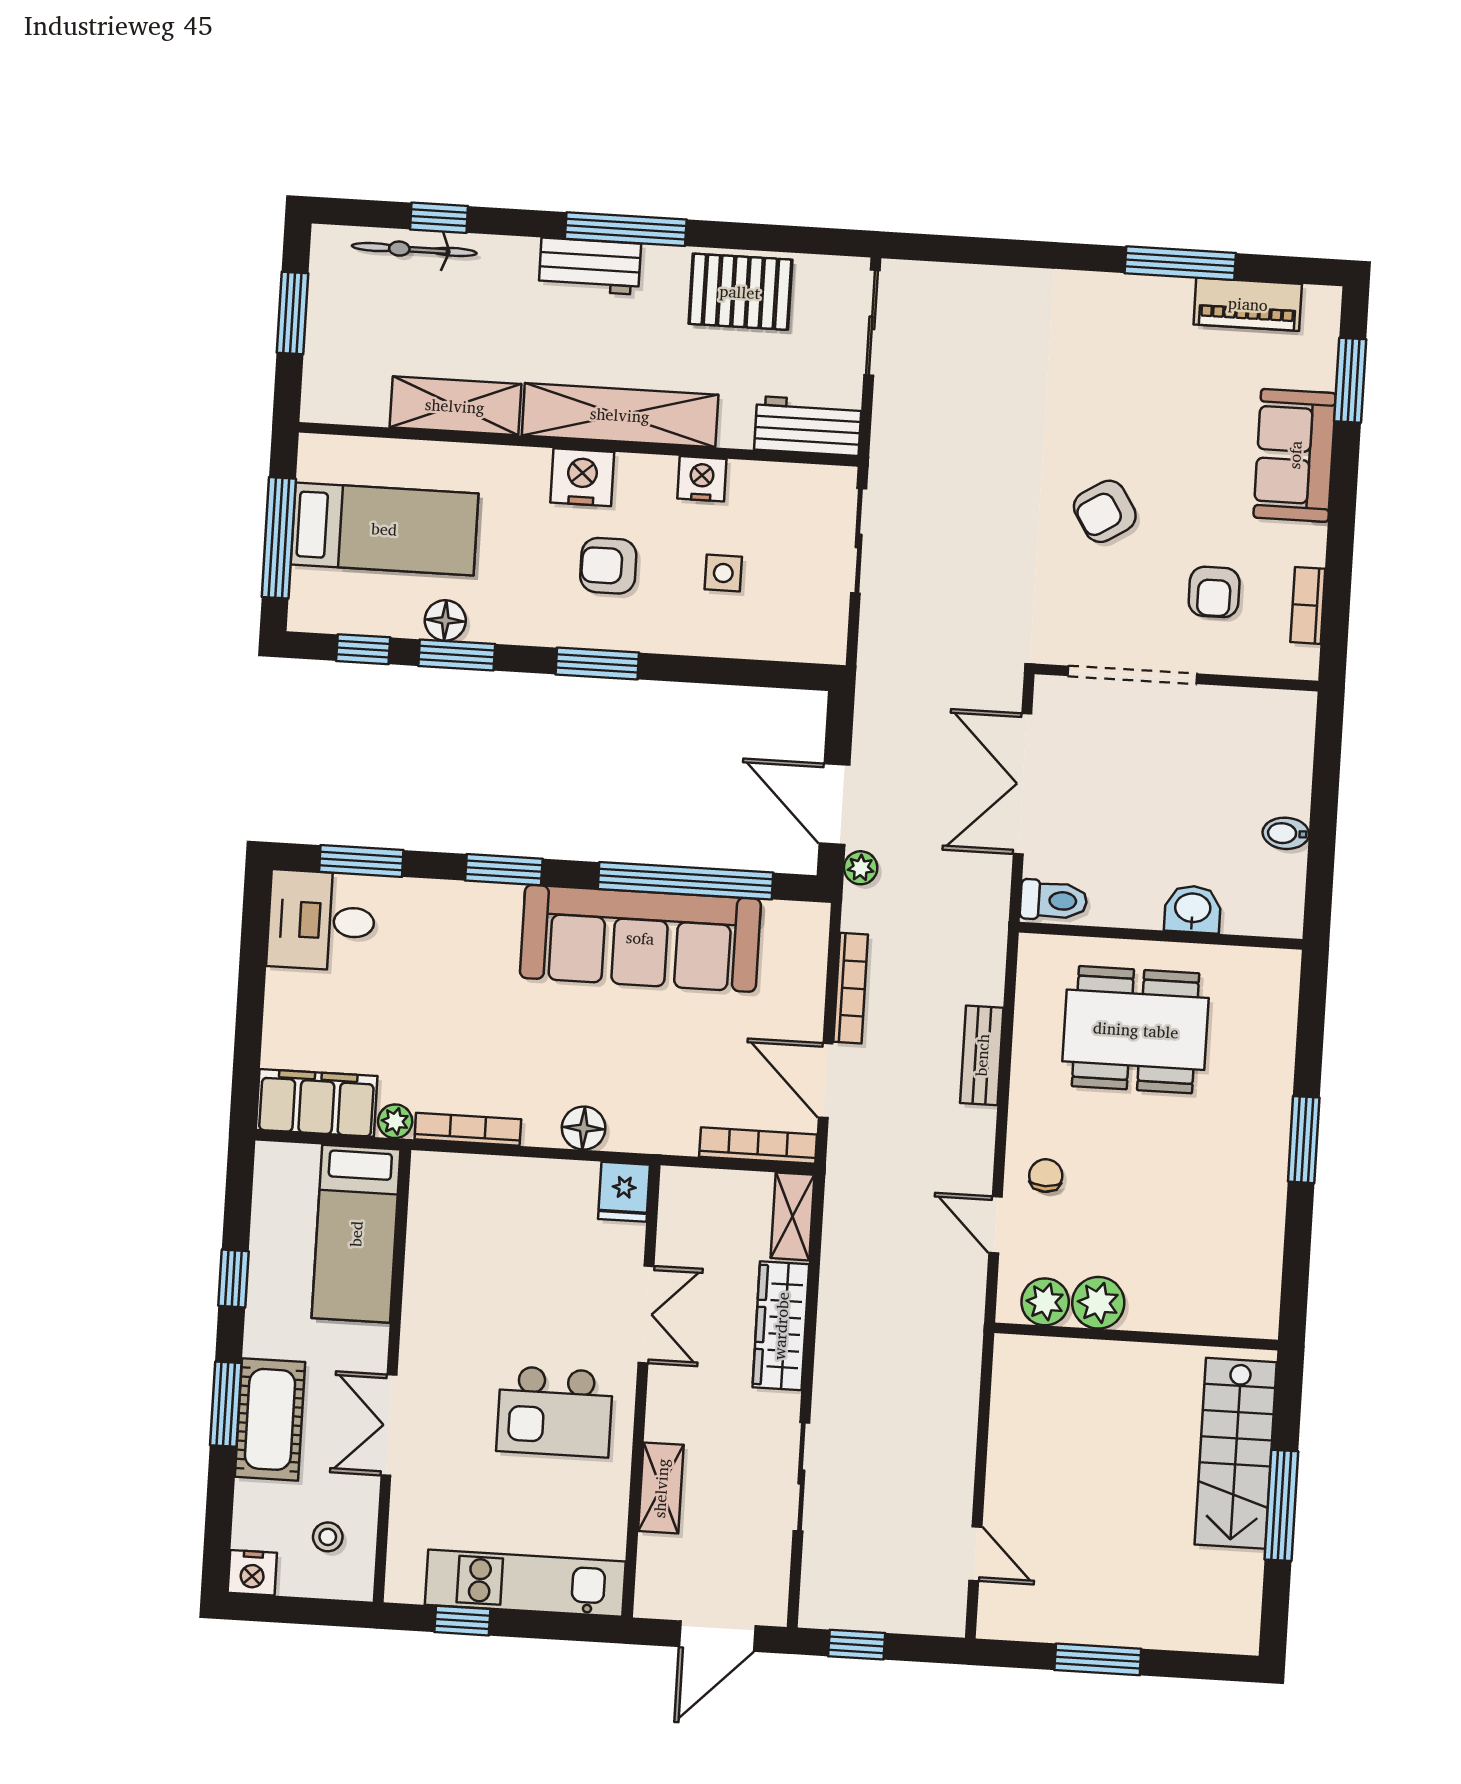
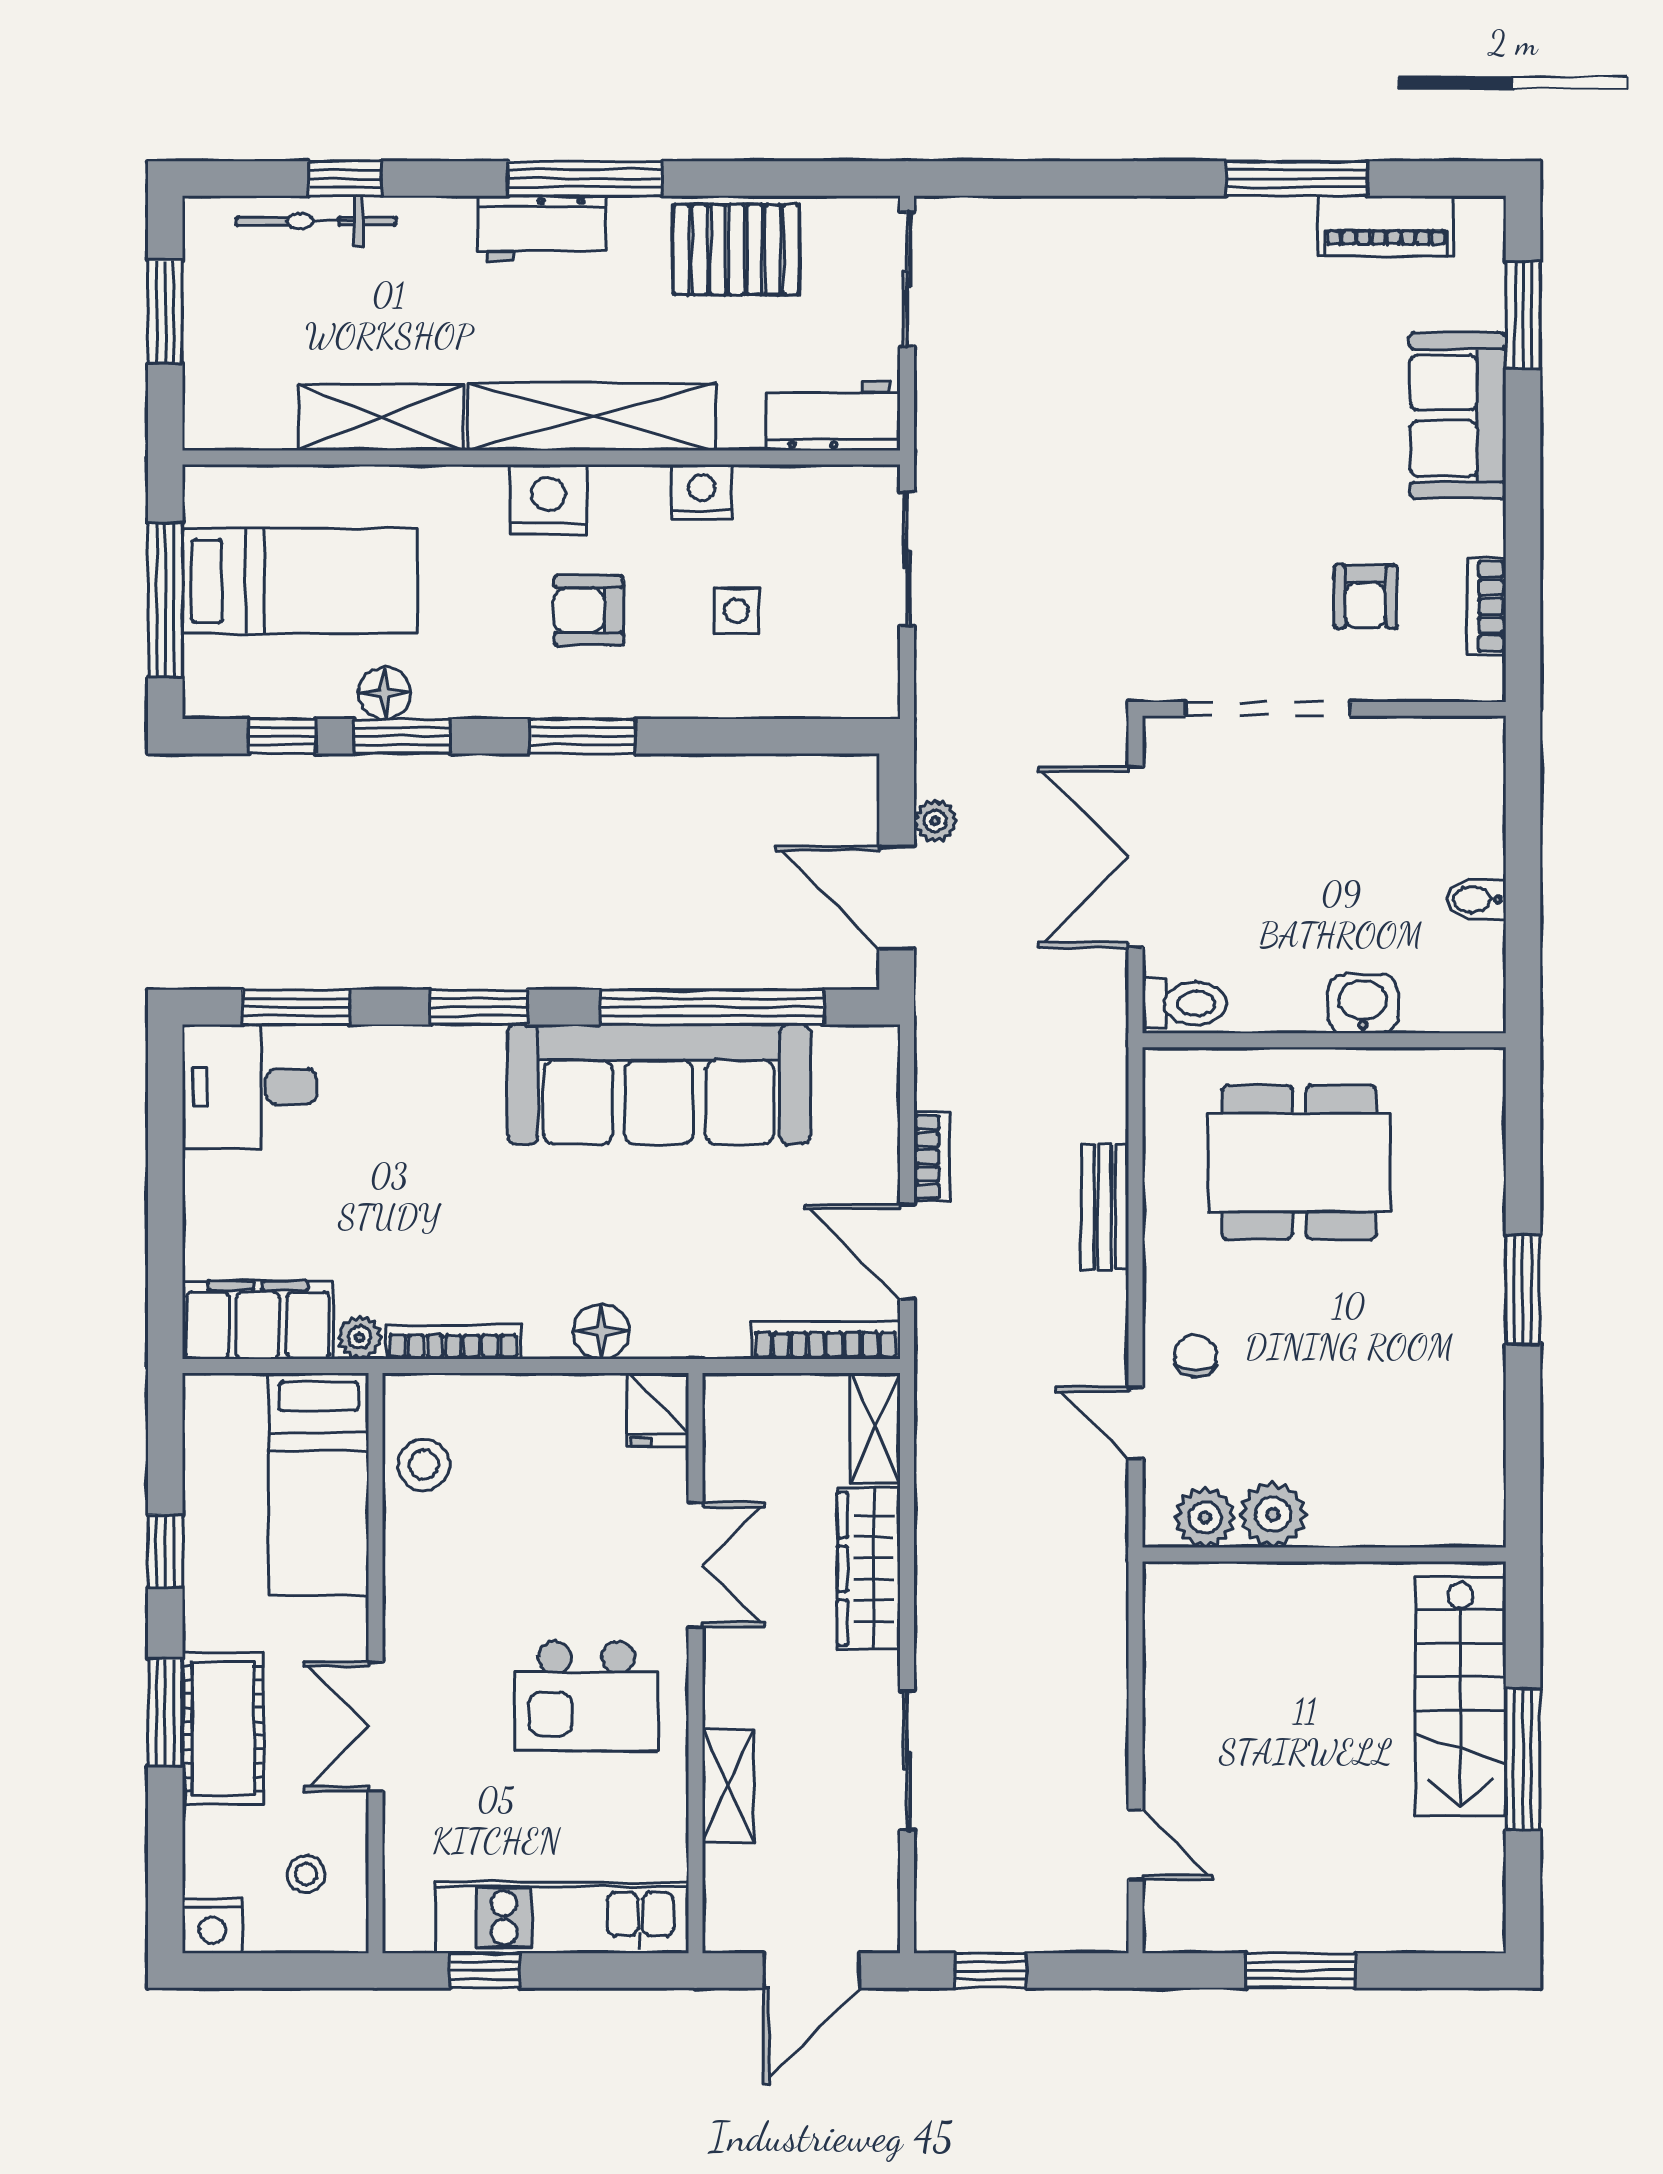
armchair: (1105, 511) -> (1219, 502), removed
plant: (861, 868) -> (935, 821), moved
bookcase: (851, 988) -> (932, 1157), width x0.64
stool: (439, 1224) -> (424, 1465), added

